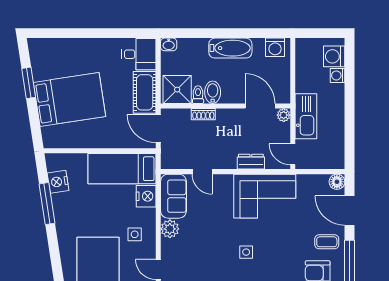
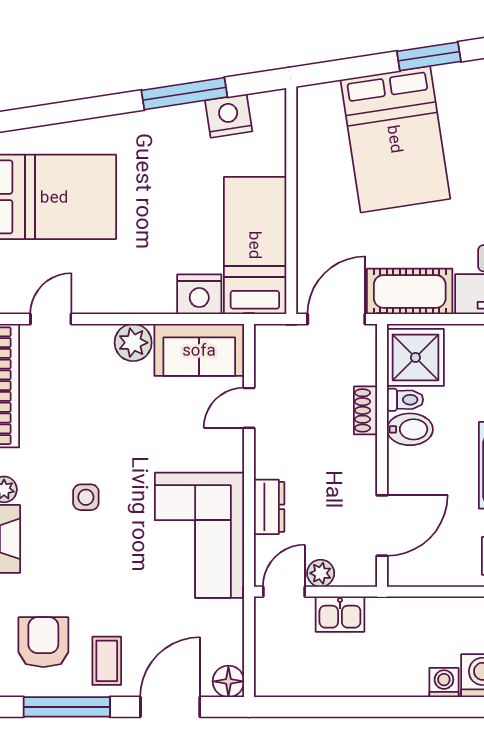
plant: (284, 115) -> (321, 573), moved
kitchen sink: (306, 116) -> (340, 614), width x0.53, depth x0.81
side table: (135, 234) -> (122, 271), removed

